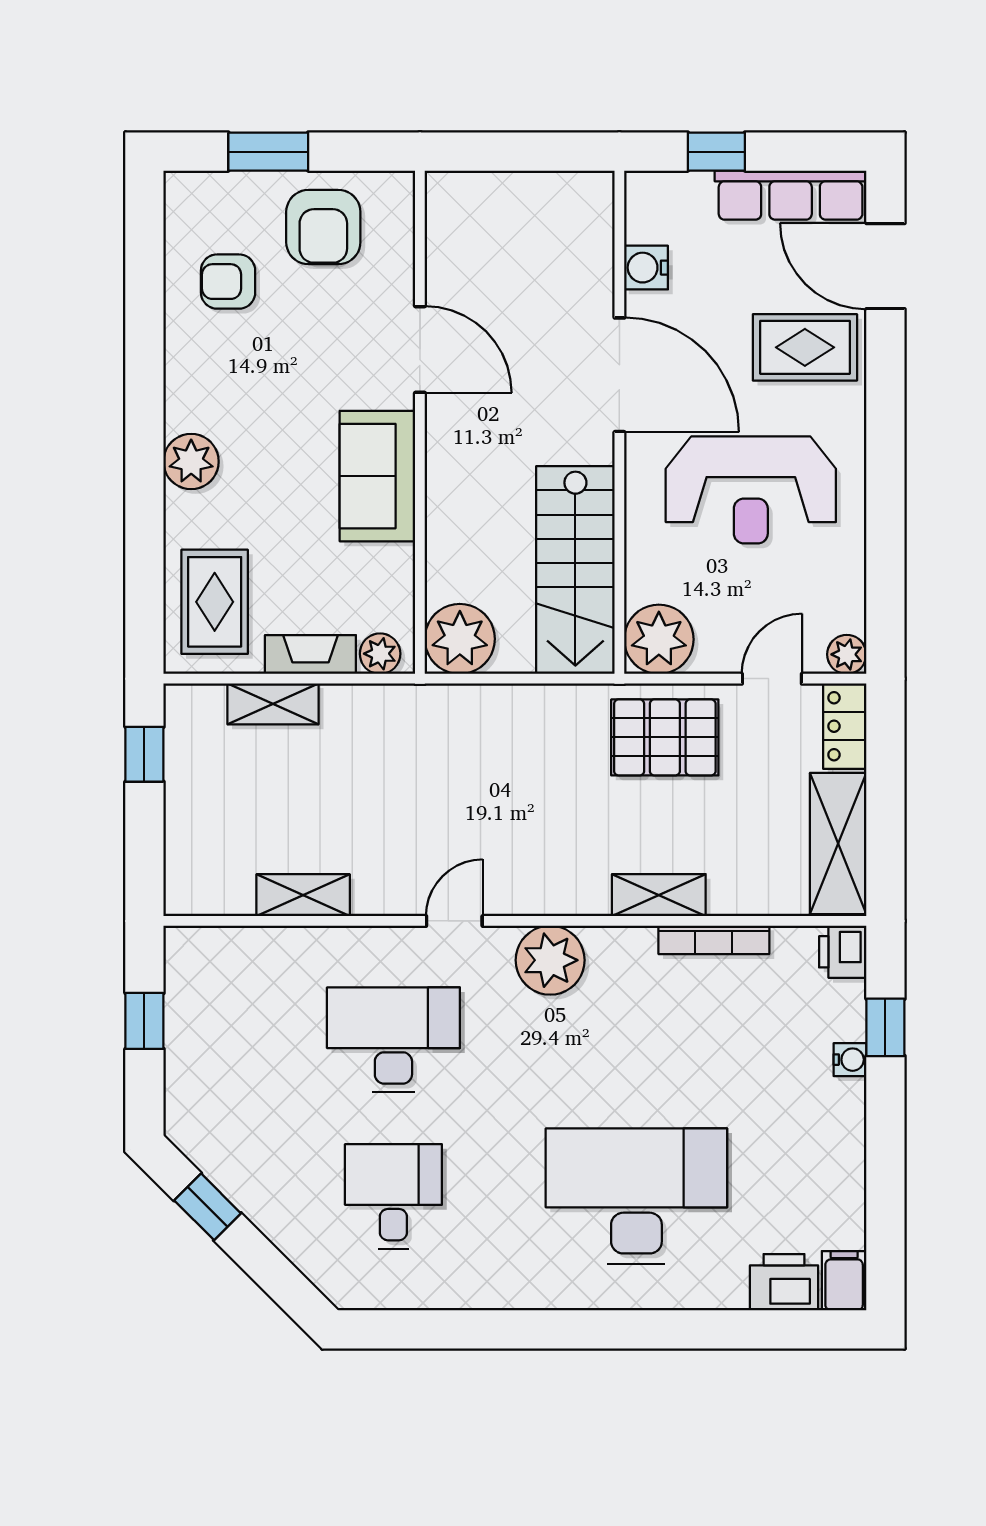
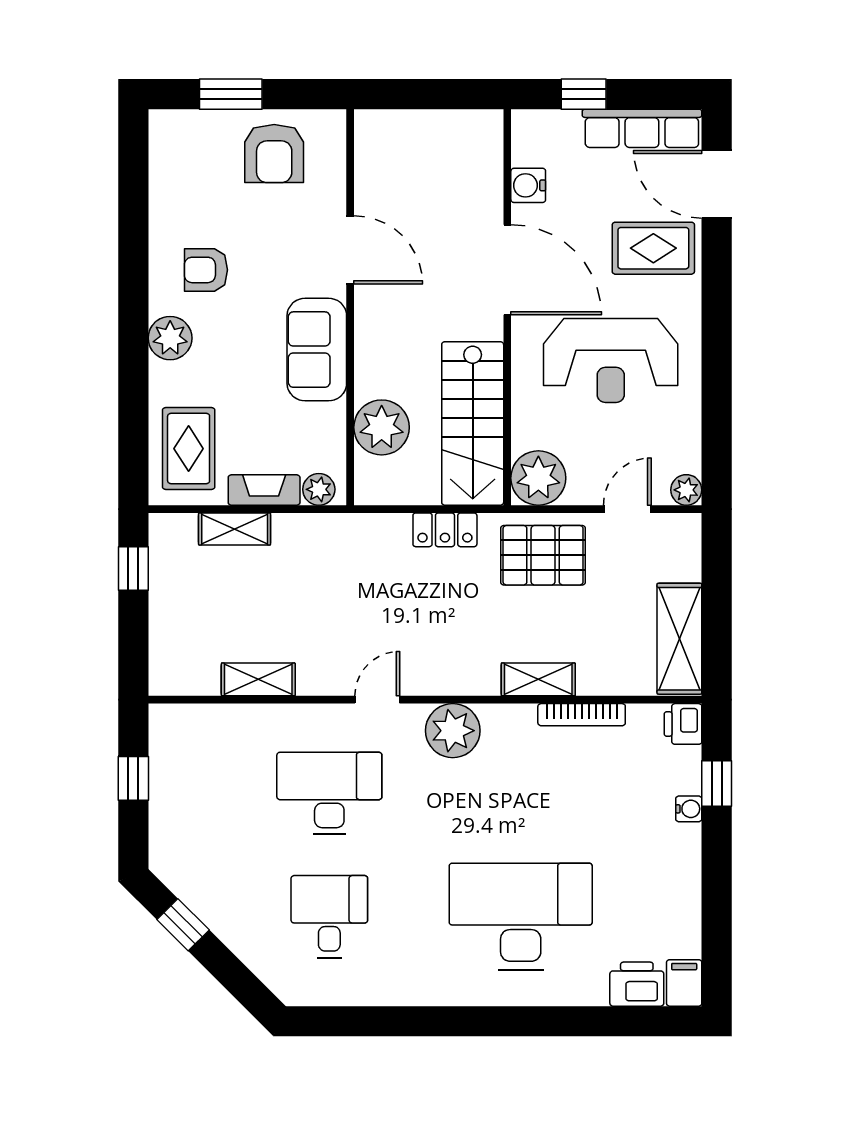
armchair: (228, 282) -> (206, 270), moved
plant: (460, 639) -> (382, 427), moved
locker: (845, 726) -> (445, 530), moved, turned -90

